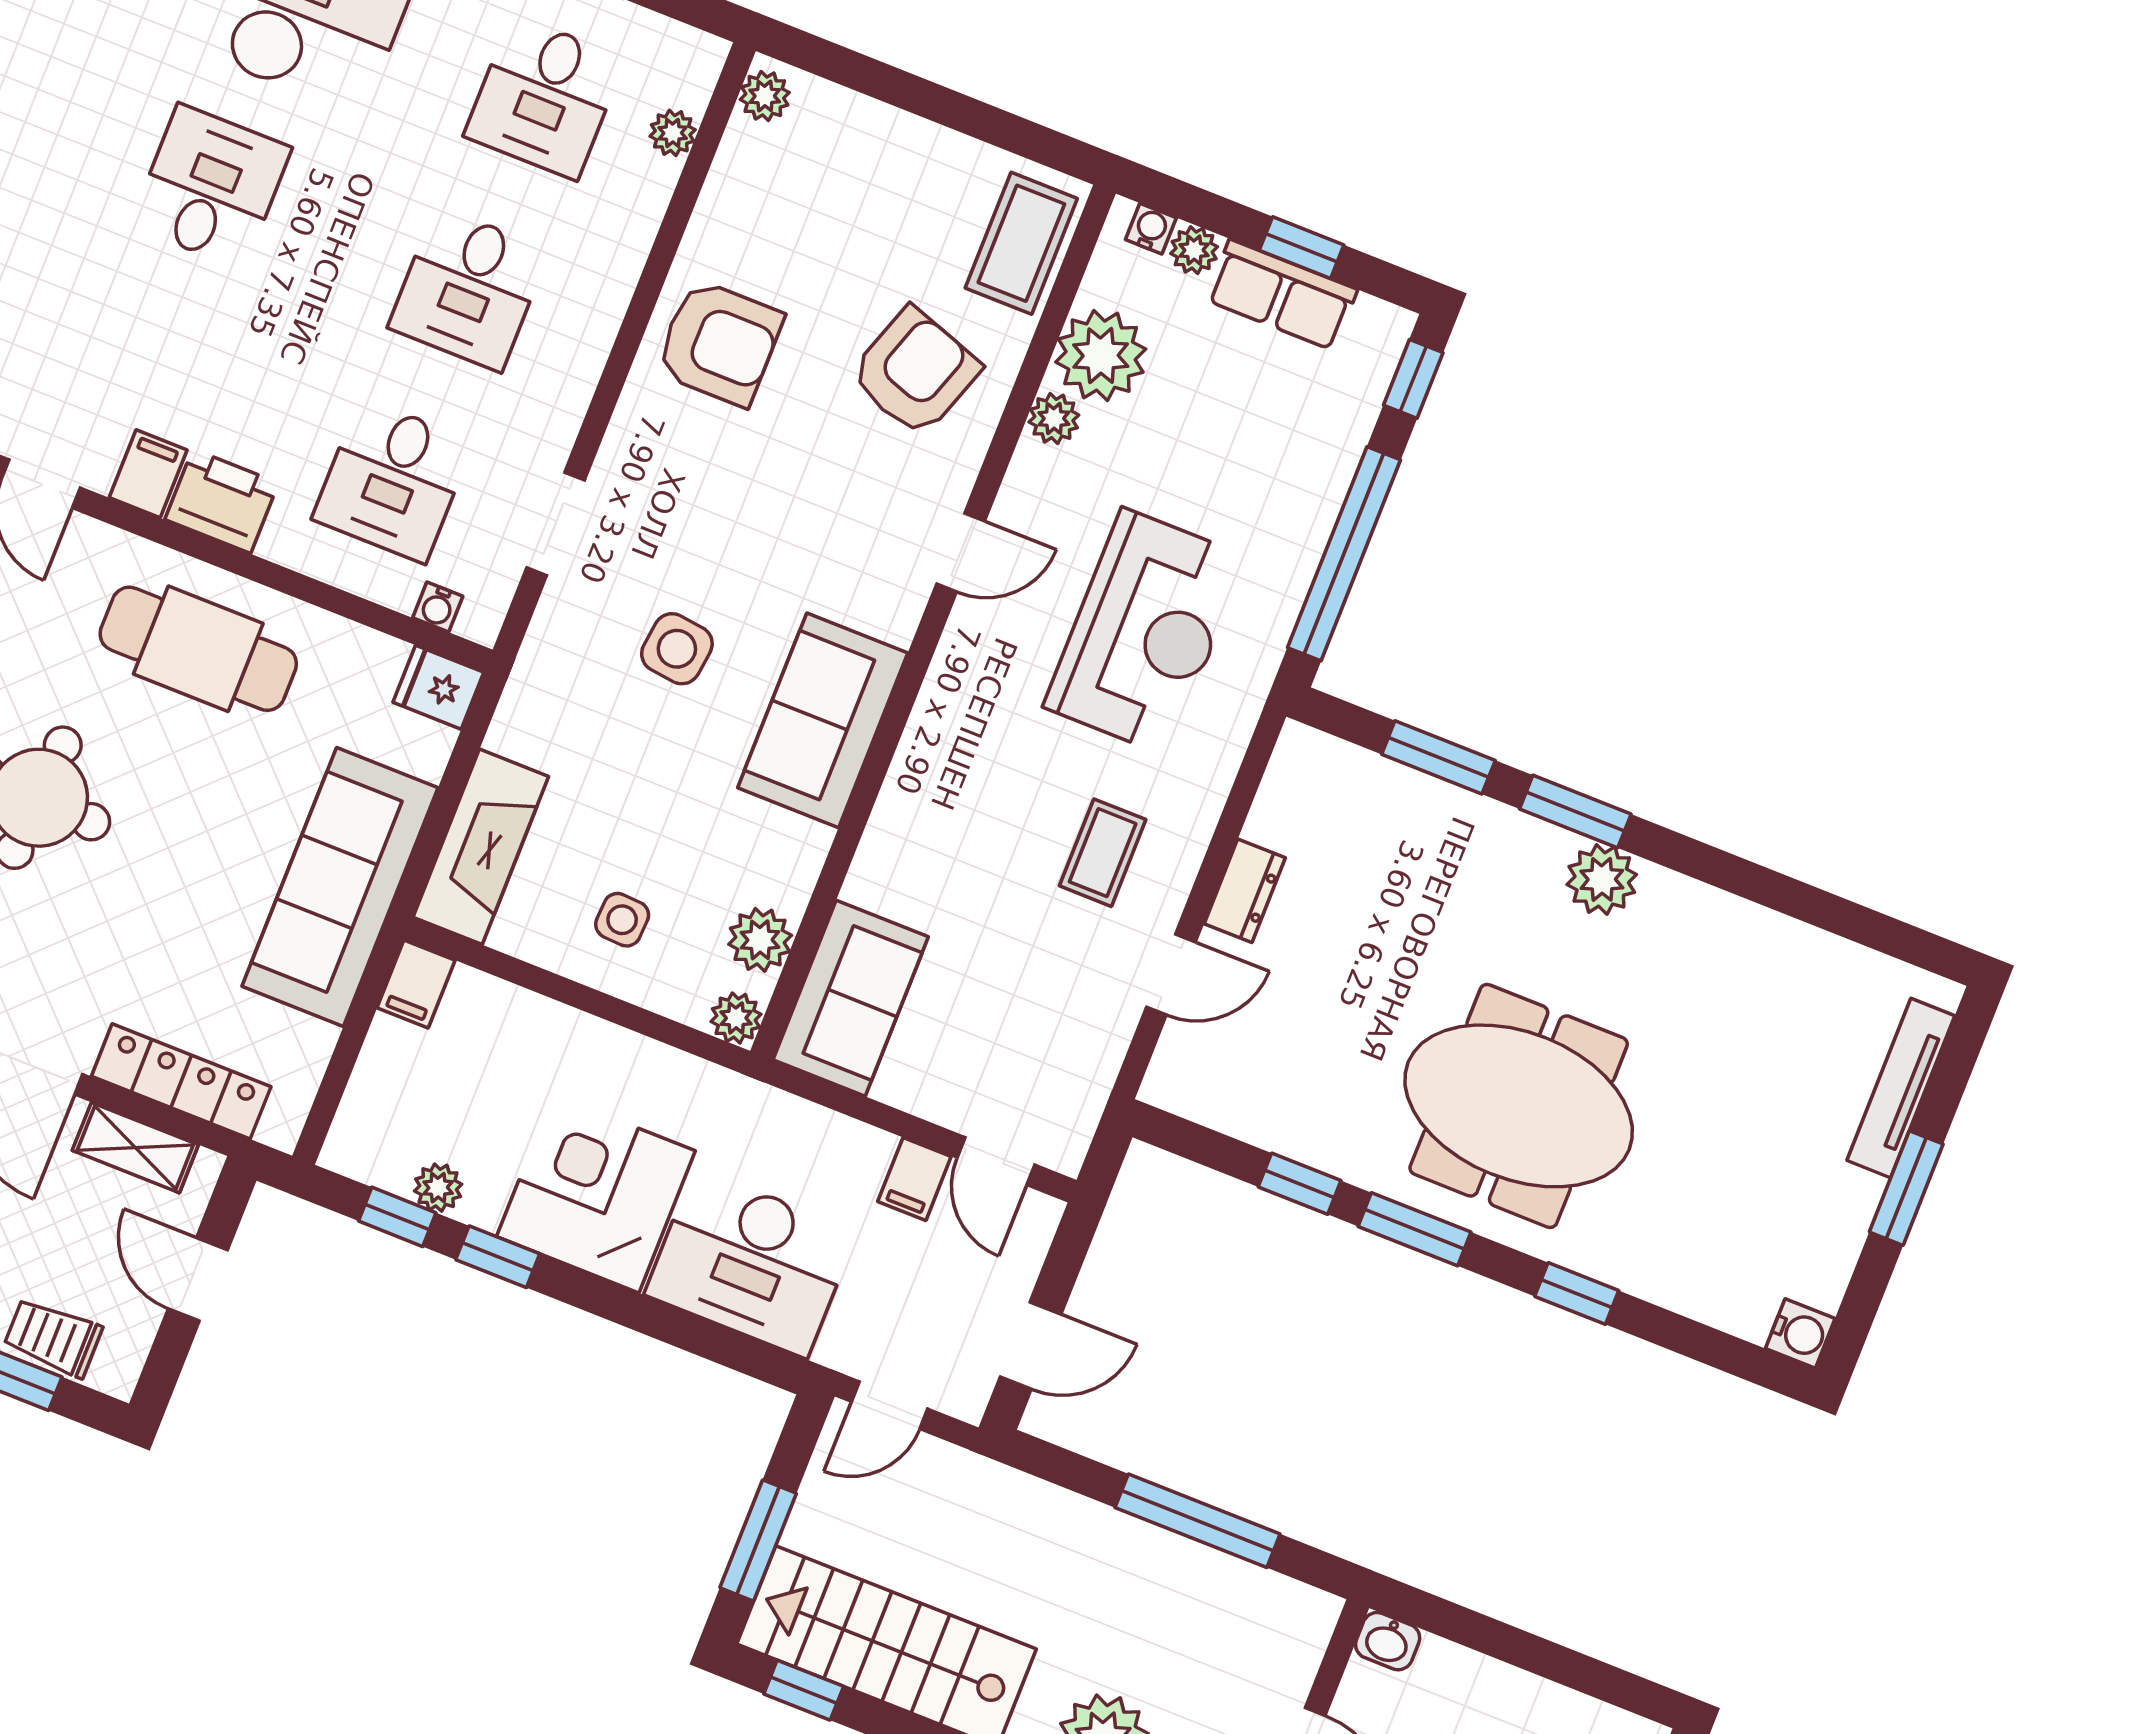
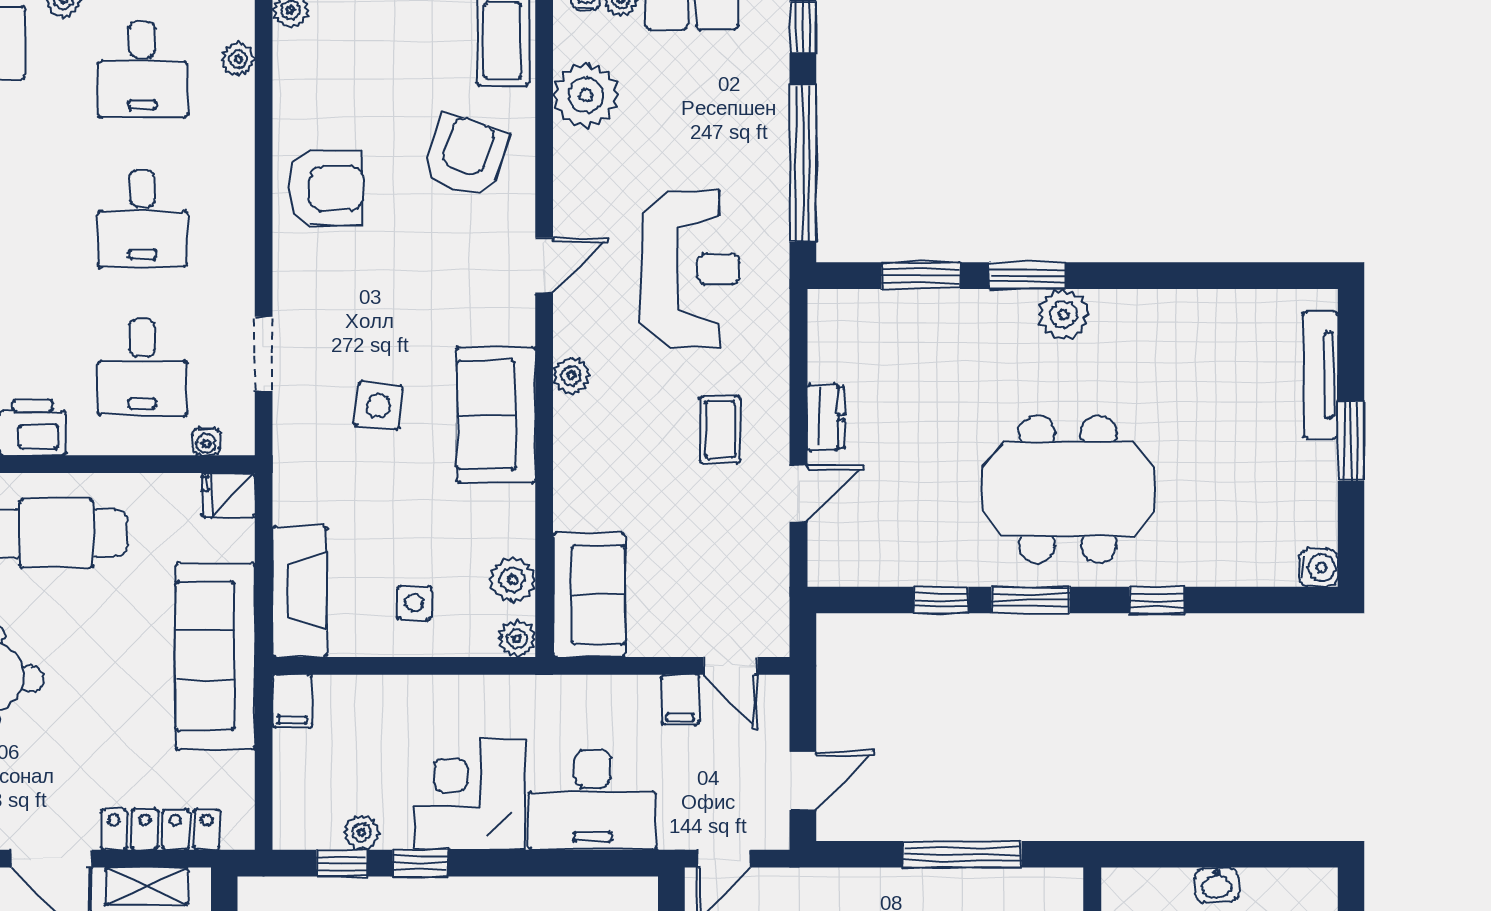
plant: (1054, 419) -> (571, 375), moved
washbasin: (1388, 1641) -> (1217, 885), moved

